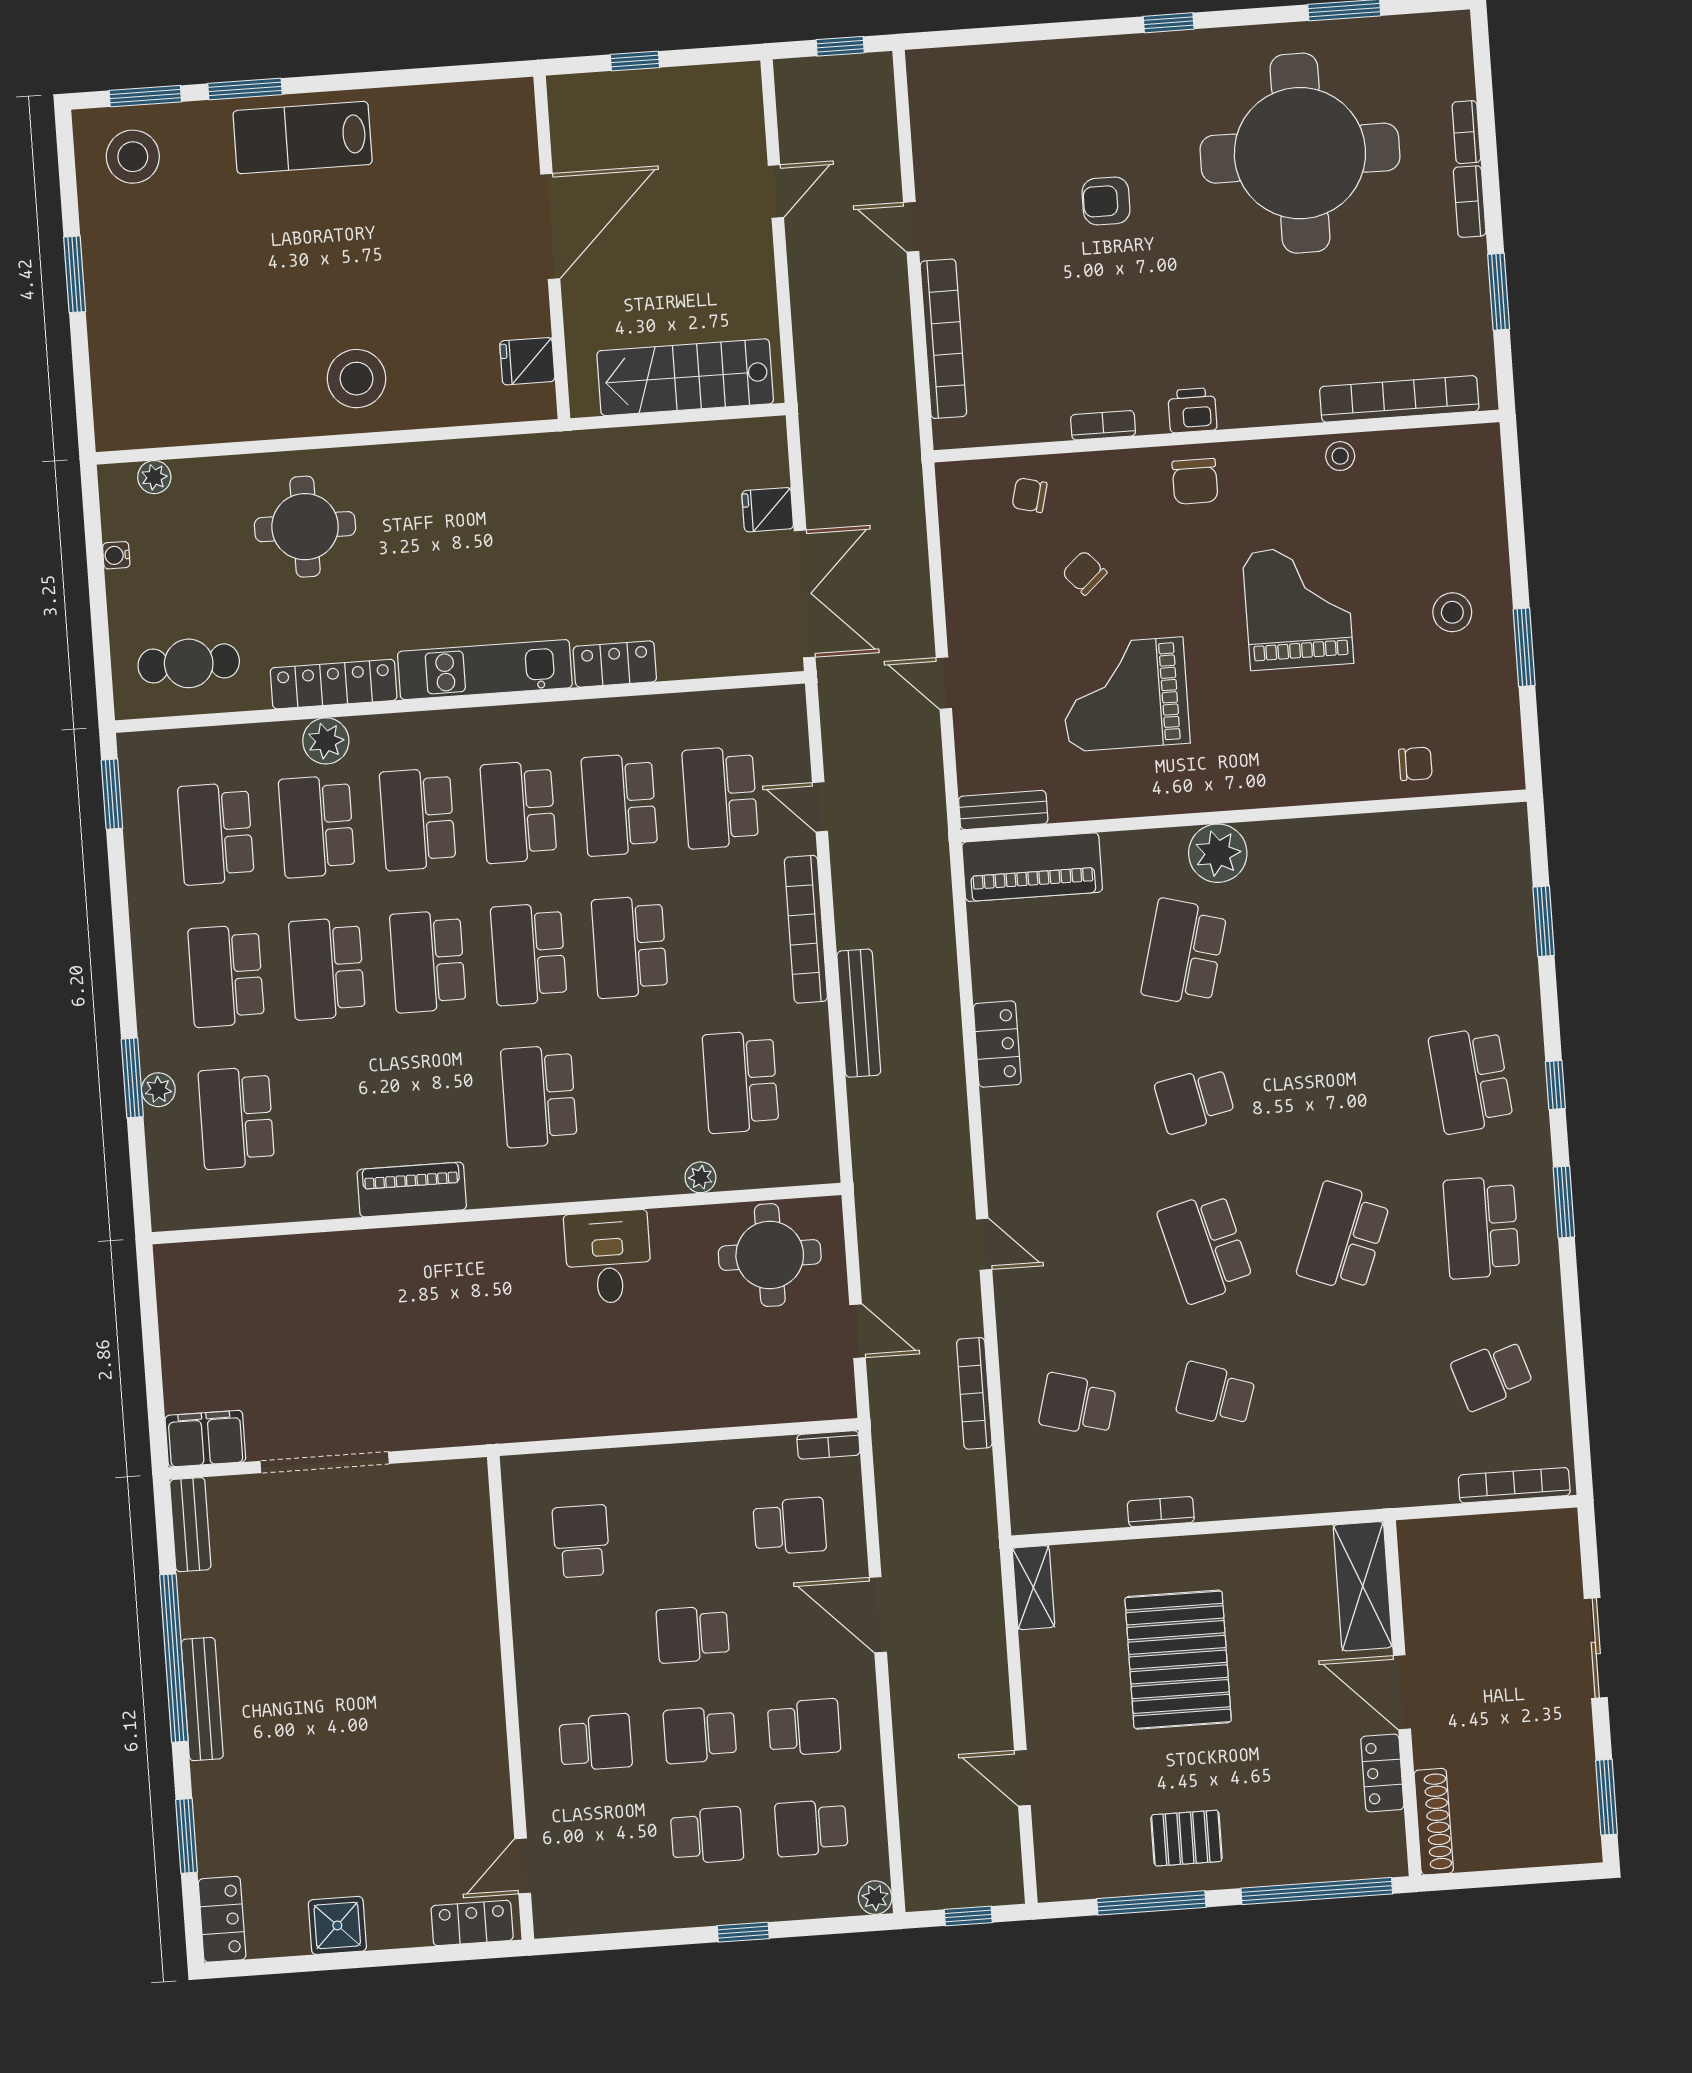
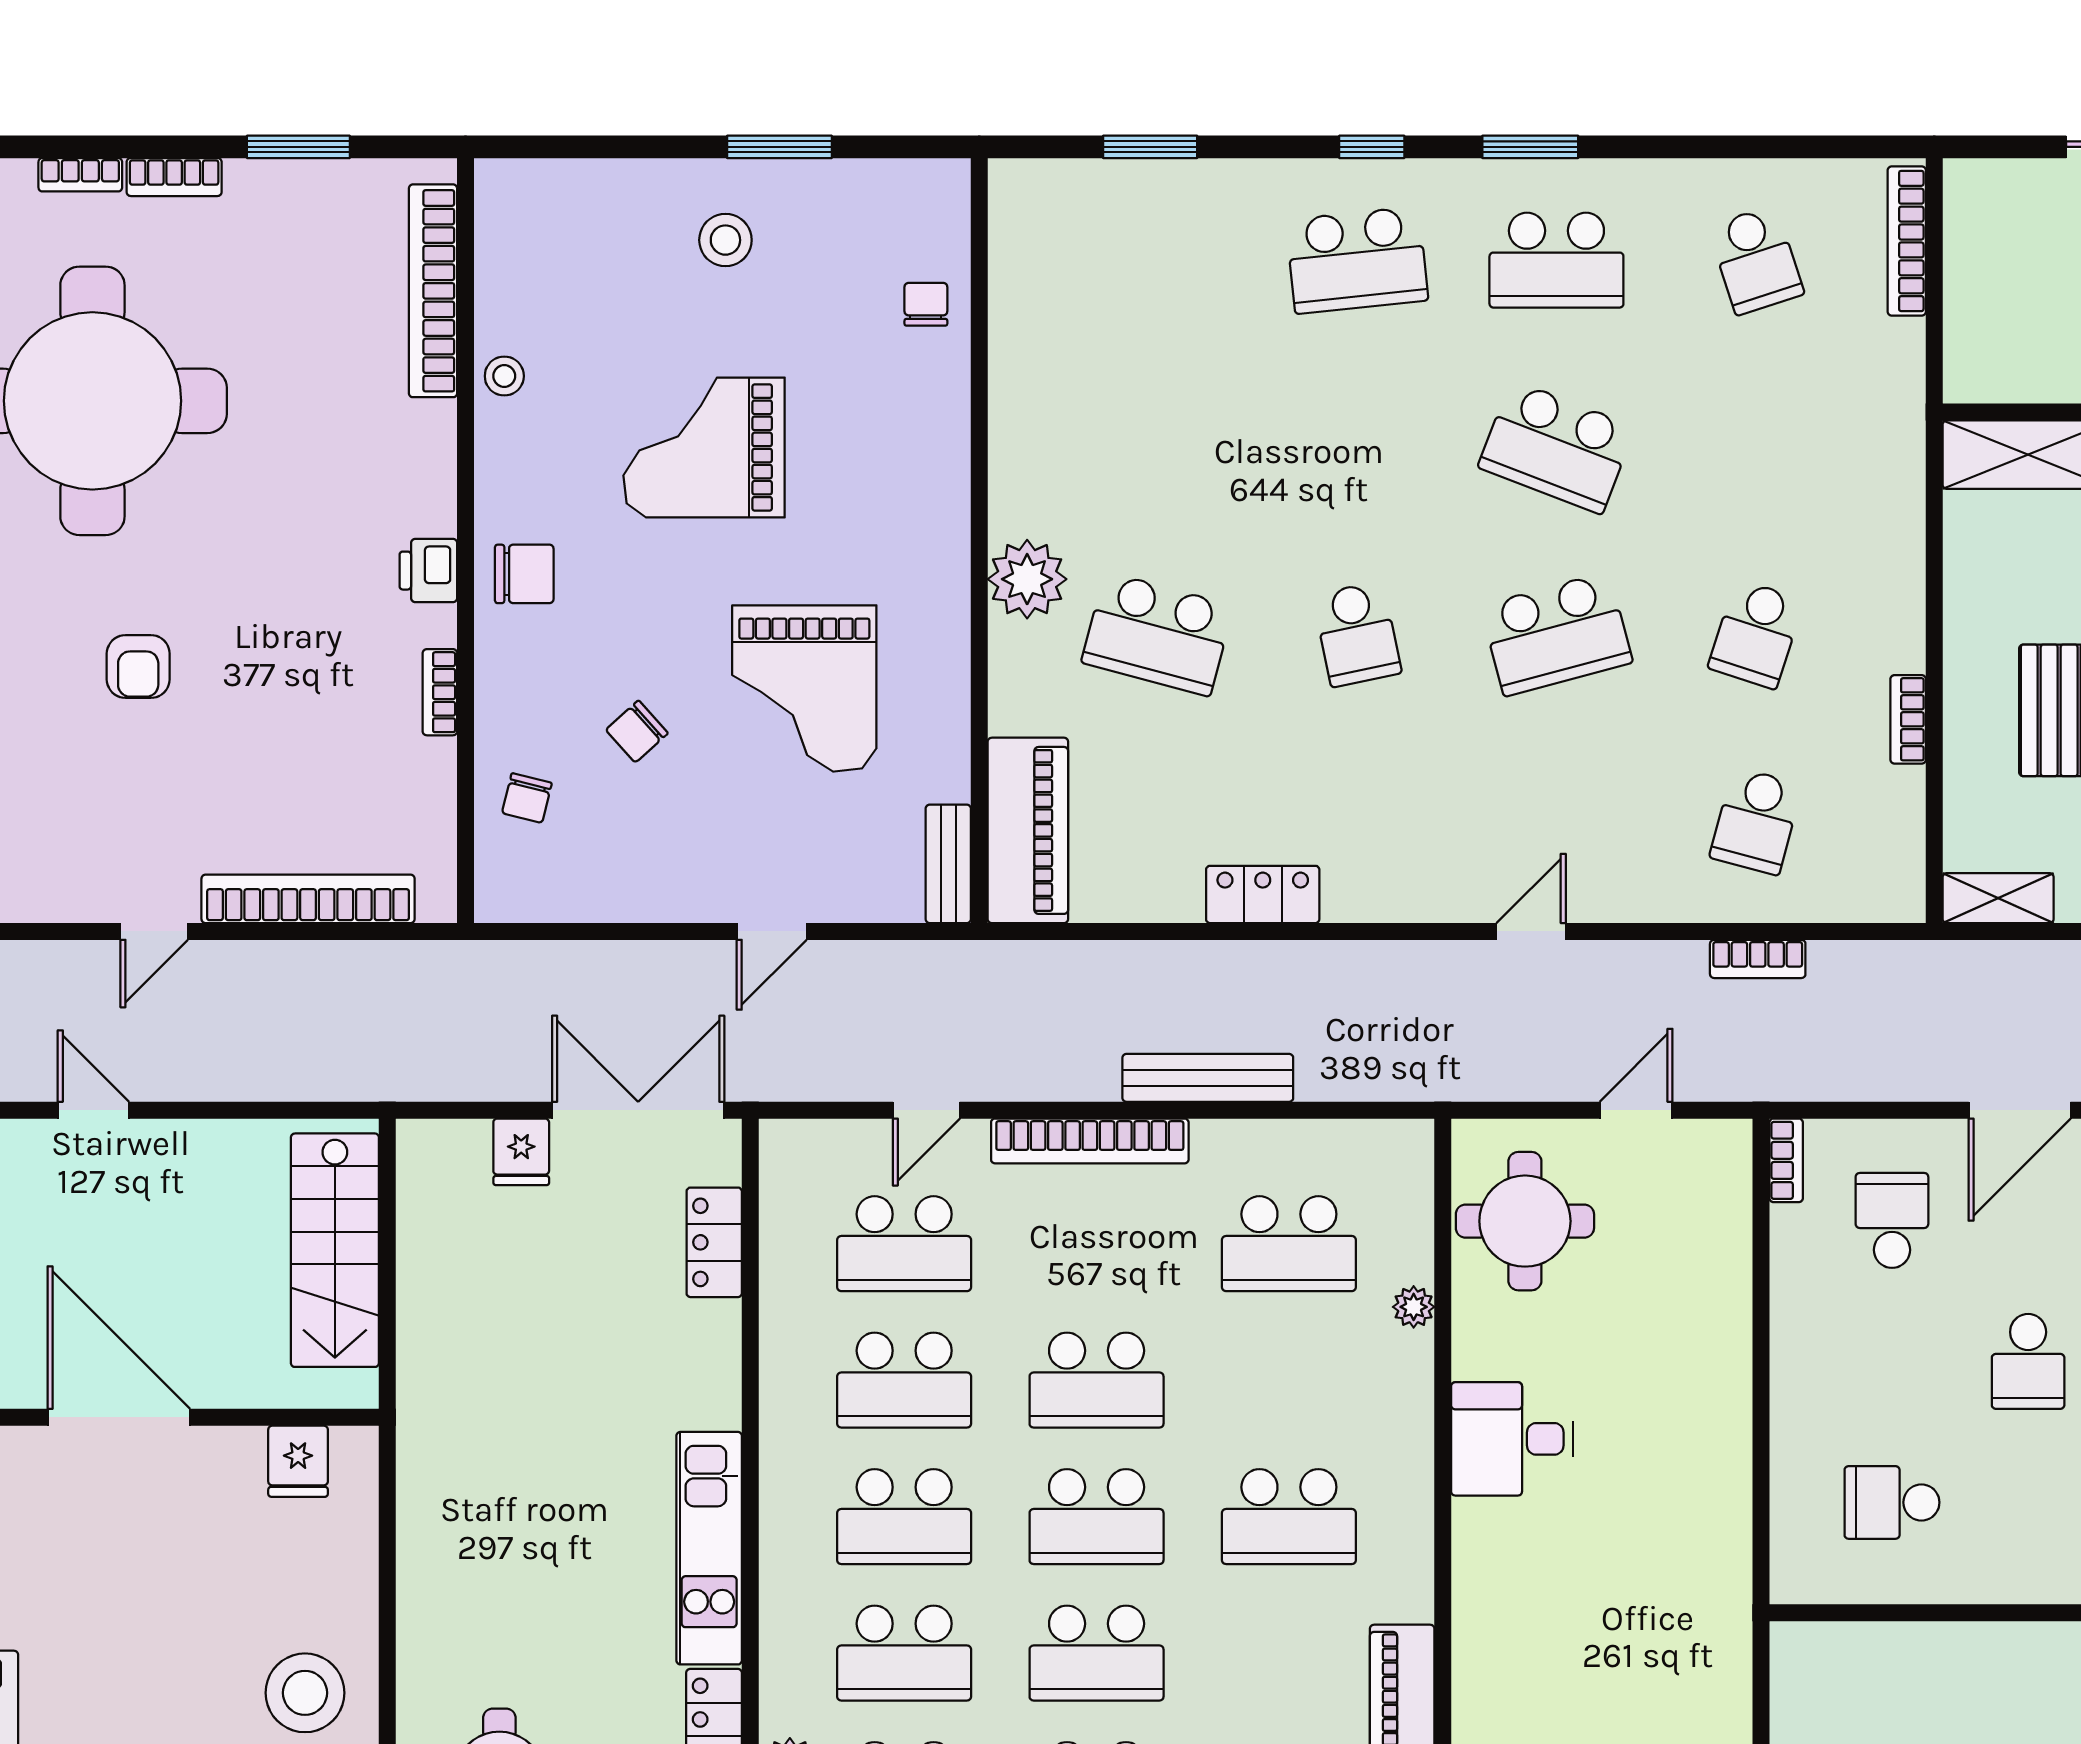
locker: (615, 664) -> (714, 1242), moved
bookcase: (974, 1393) -> (1758, 959), width x0.64

